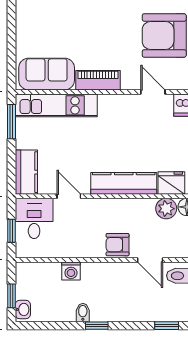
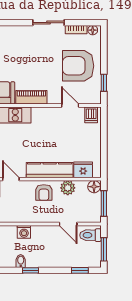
plant: (166, 209) -> (68, 188), moved
armchair: (118, 245) -> (44, 192), moved, turned -90
washing machine: (71, 271) -> (24, 232), moved

